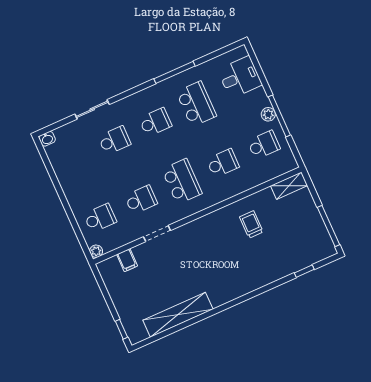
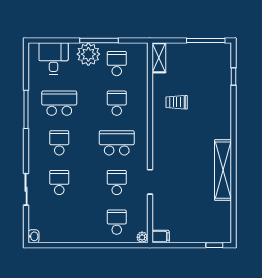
plant: (268, 114) -> (88, 54), width x1.88, depth x1.88
filing cabinet: (127, 260) -> (161, 237), moved
shelving: (178, 315) -> (223, 170), moved

